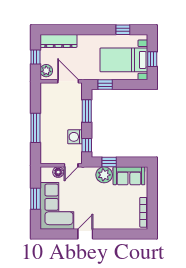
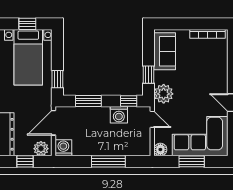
washing machine: (47, 90) -> (63, 148), added
floor lamp: (58, 172) -> (160, 150), moved
plant: (104, 175) -> (164, 94), moved

